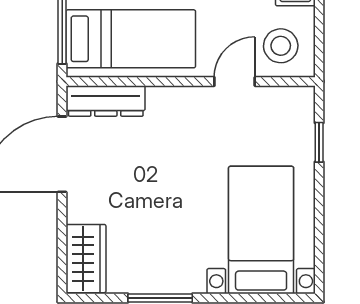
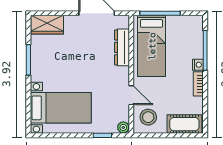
plant: (302, 98) -> (123, 127), added
dresser: (106, 101) -> (122, 47), moved

